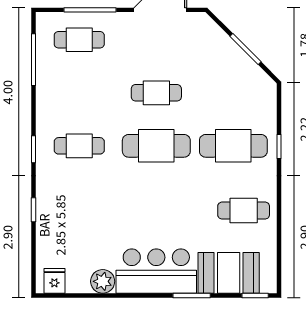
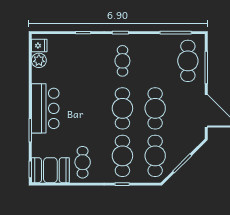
cafe table: (79, 40) -> (188, 61), width x1.37, depth x1.35
cafe table: (156, 93) -> (155, 108), width x1.37, depth x1.35
cafe table: (233, 93) -> (155, 156), added
booth: (229, 273) -> (50, 170), moved, turned 90
plant: (103, 281) -> (39, 60), moved

